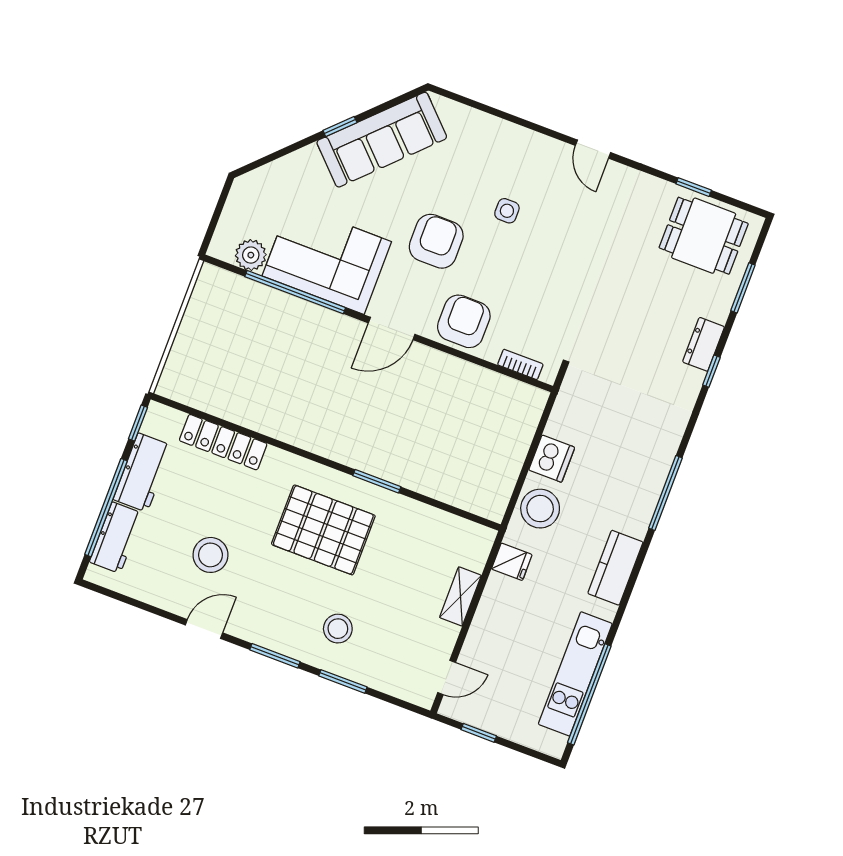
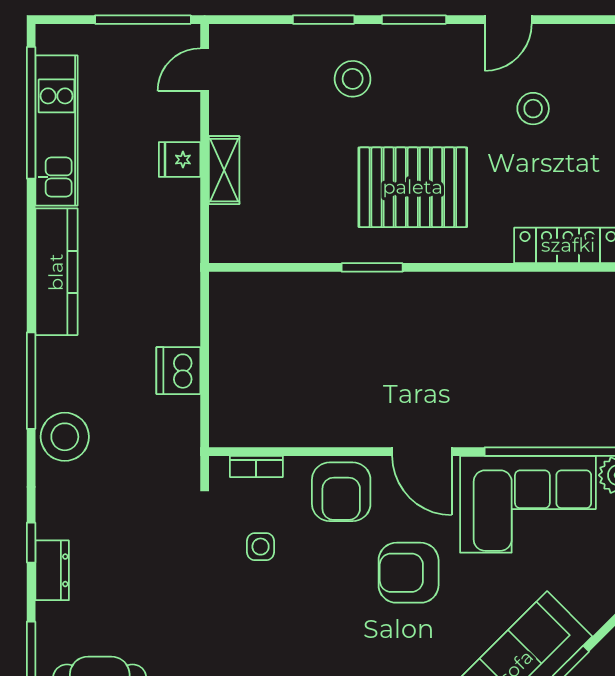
side table: (507, 211) -> (261, 547), moved
armchair: (436, 241) -> (409, 573), turned 90
door: (392, 329) -> (422, 452), swing flipped
stool: (540, 509) -> (65, 437), moved
stool: (211, 555) -> (533, 109), width x0.73, depth x0.73
fridge: (512, 562) -> (180, 160), moved
kitchen counter: (615, 568) -> (56, 272), width x1.50
window: (479, 733) -> (143, 20), width x2.17

